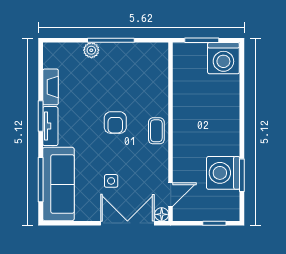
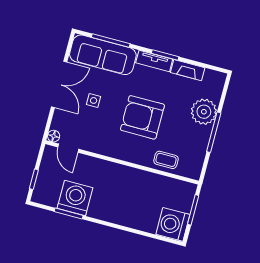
plant: (91, 50) -> (204, 112), width x1.88, depth x1.88
armchair: (115, 123) -> (142, 117), width x1.88, depth x1.88
coffee table: (156, 131) -> (166, 160), moved
double door: (127, 223) -> (59, 84), moved

